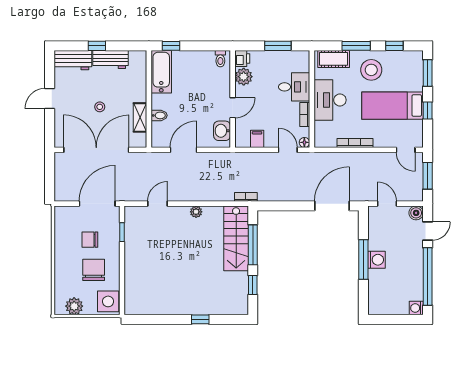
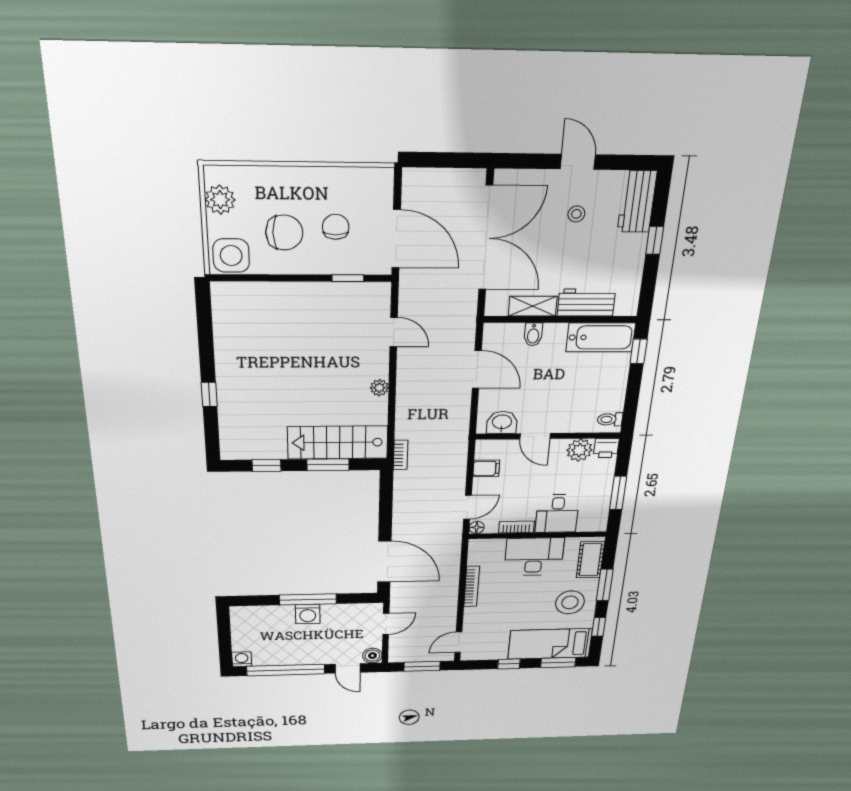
workbench: (110, 60) -> (586, 303), moved, turned 90
bed: (393, 106) -> (550, 644), moved, turned -90
stool: (100, 107) -> (576, 214), moved
window: (253, 245) -> (328, 465), width x0.69

